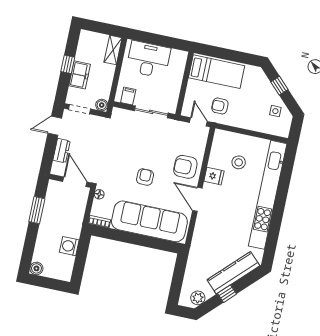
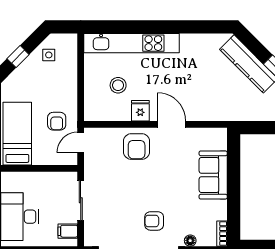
armchair: (145, 177) -> (154, 221), moved
kitchen unit: (268, 195) -> (131, 43), width x0.73
door: (197, 199) -> (172, 124), swing flipped
sofa: (149, 221) -> (213, 175), width x0.54, depth x0.79

